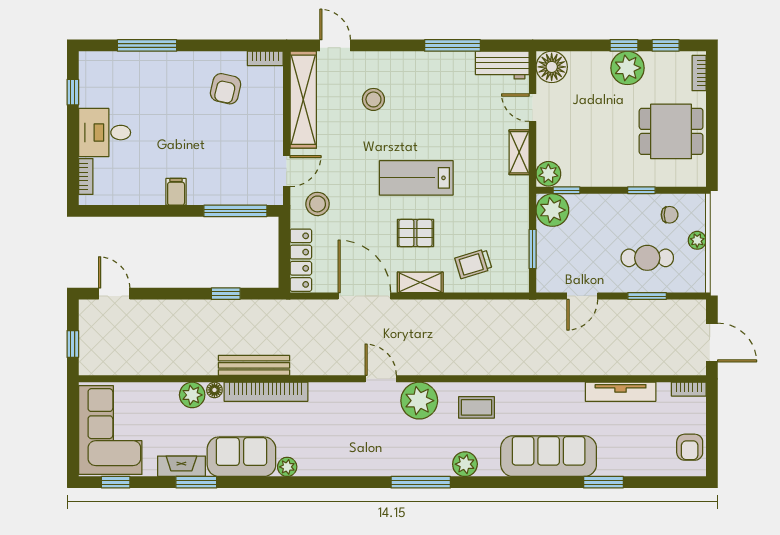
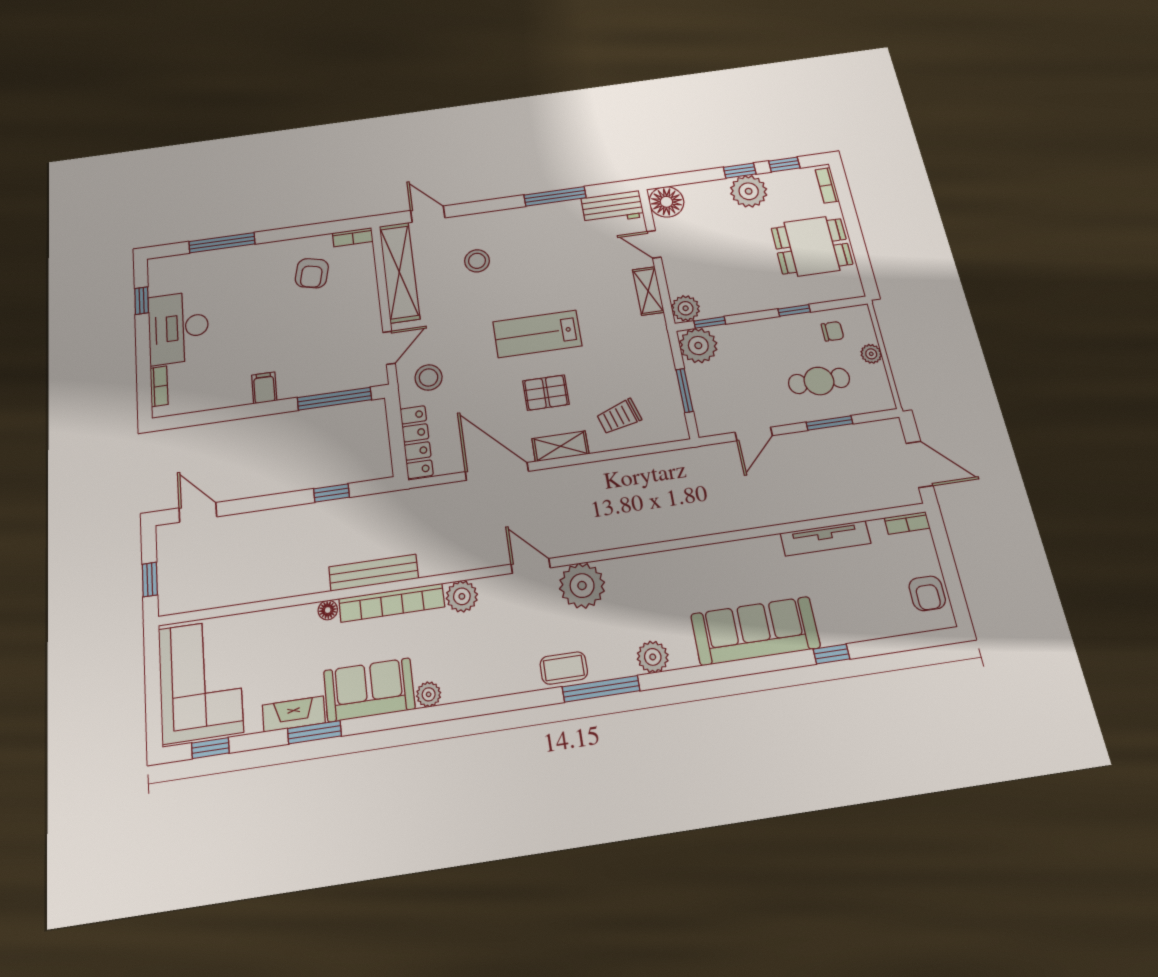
desk: (105, 133) -> (179, 328), width x1.37
plant: (192, 395) -> (462, 596), moved
coffee table: (477, 407) -> (564, 668), moved
window: (603, 482) -> (831, 654), width x0.67

